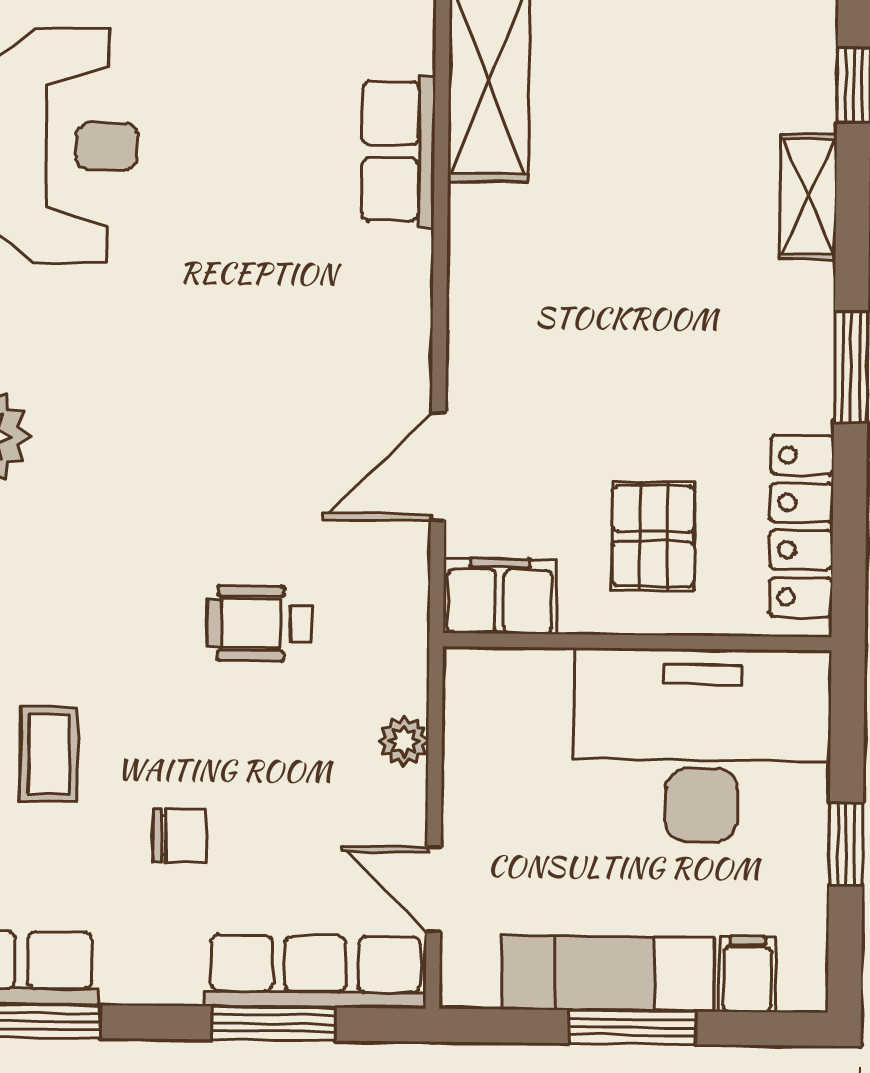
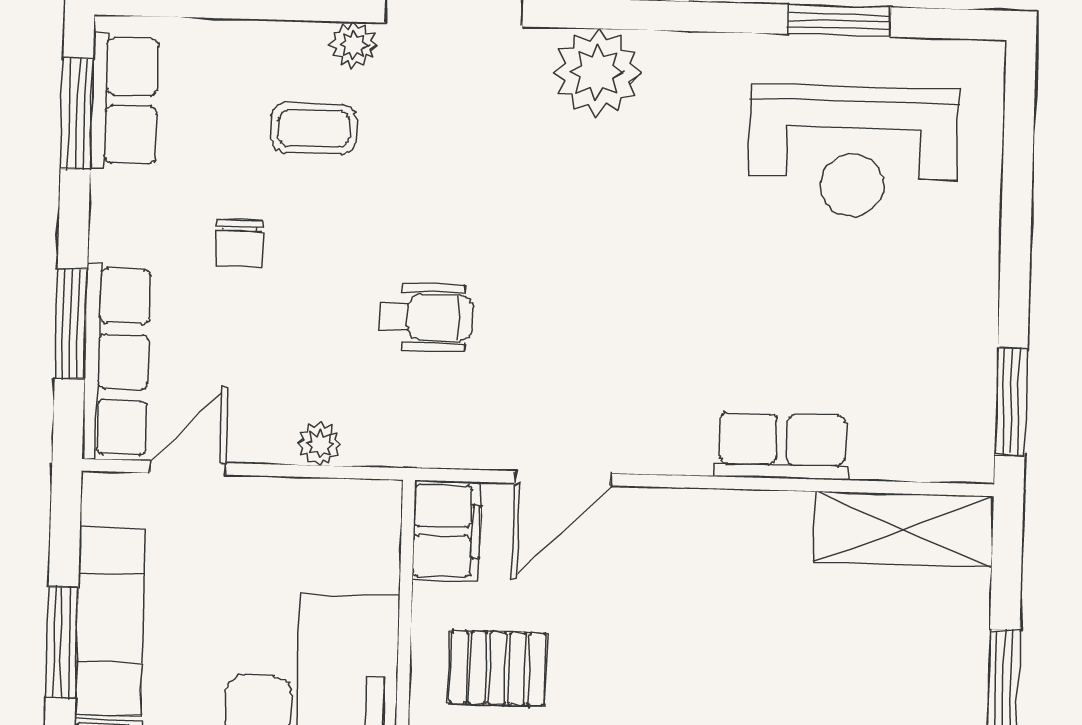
row of seats: (398, 151) -> (782, 446), moved
door: (438, 466) -> (563, 478), swing flipped
wheelchair: (259, 624) -> (426, 317), turned 90

